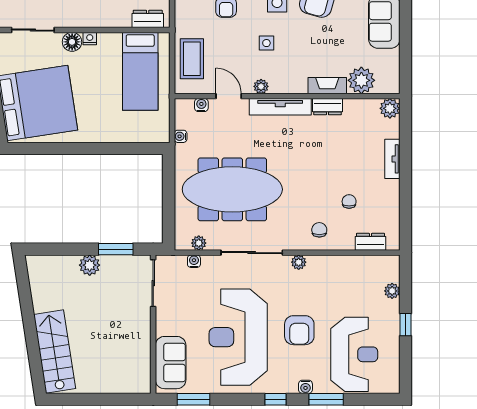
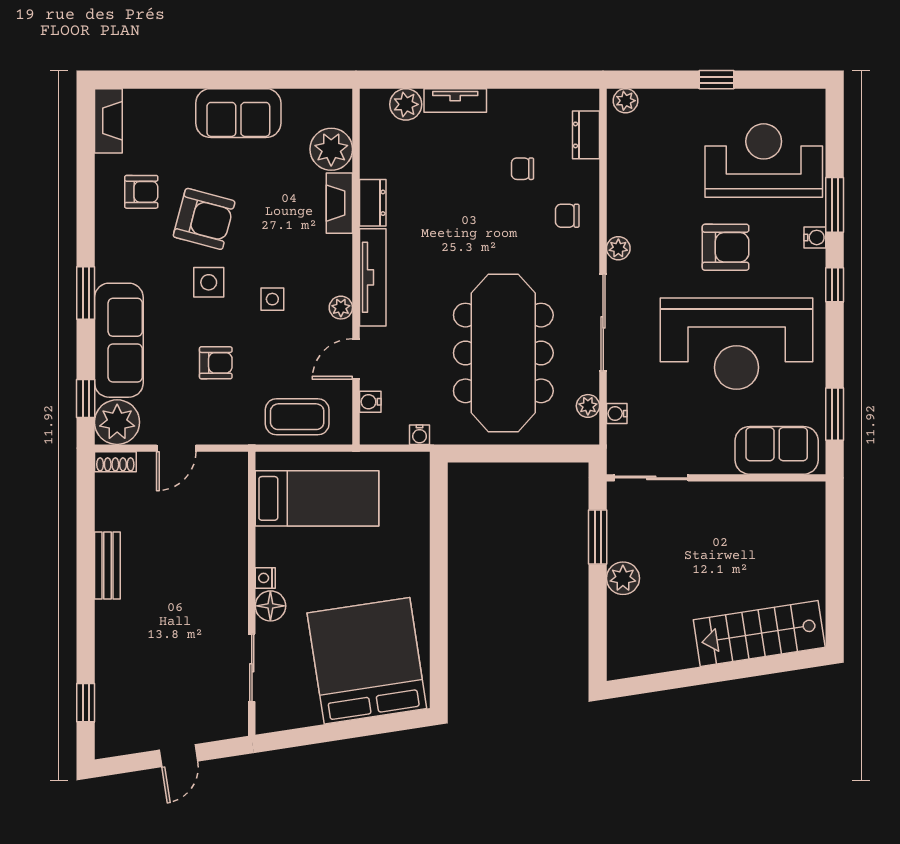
dresser: (148, 19) -> (234, 487), removed
plant: (390, 108) -> (406, 104), moved
plant: (392, 291) -> (626, 101), moved

